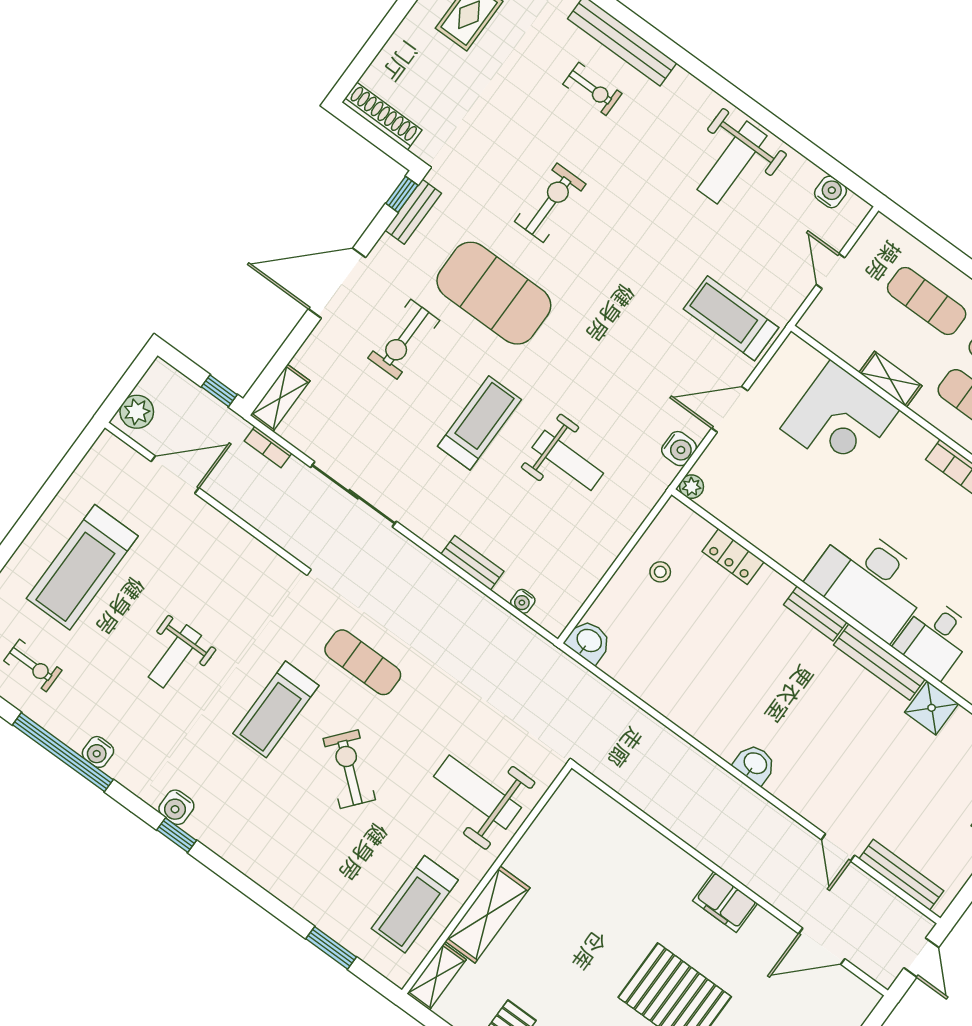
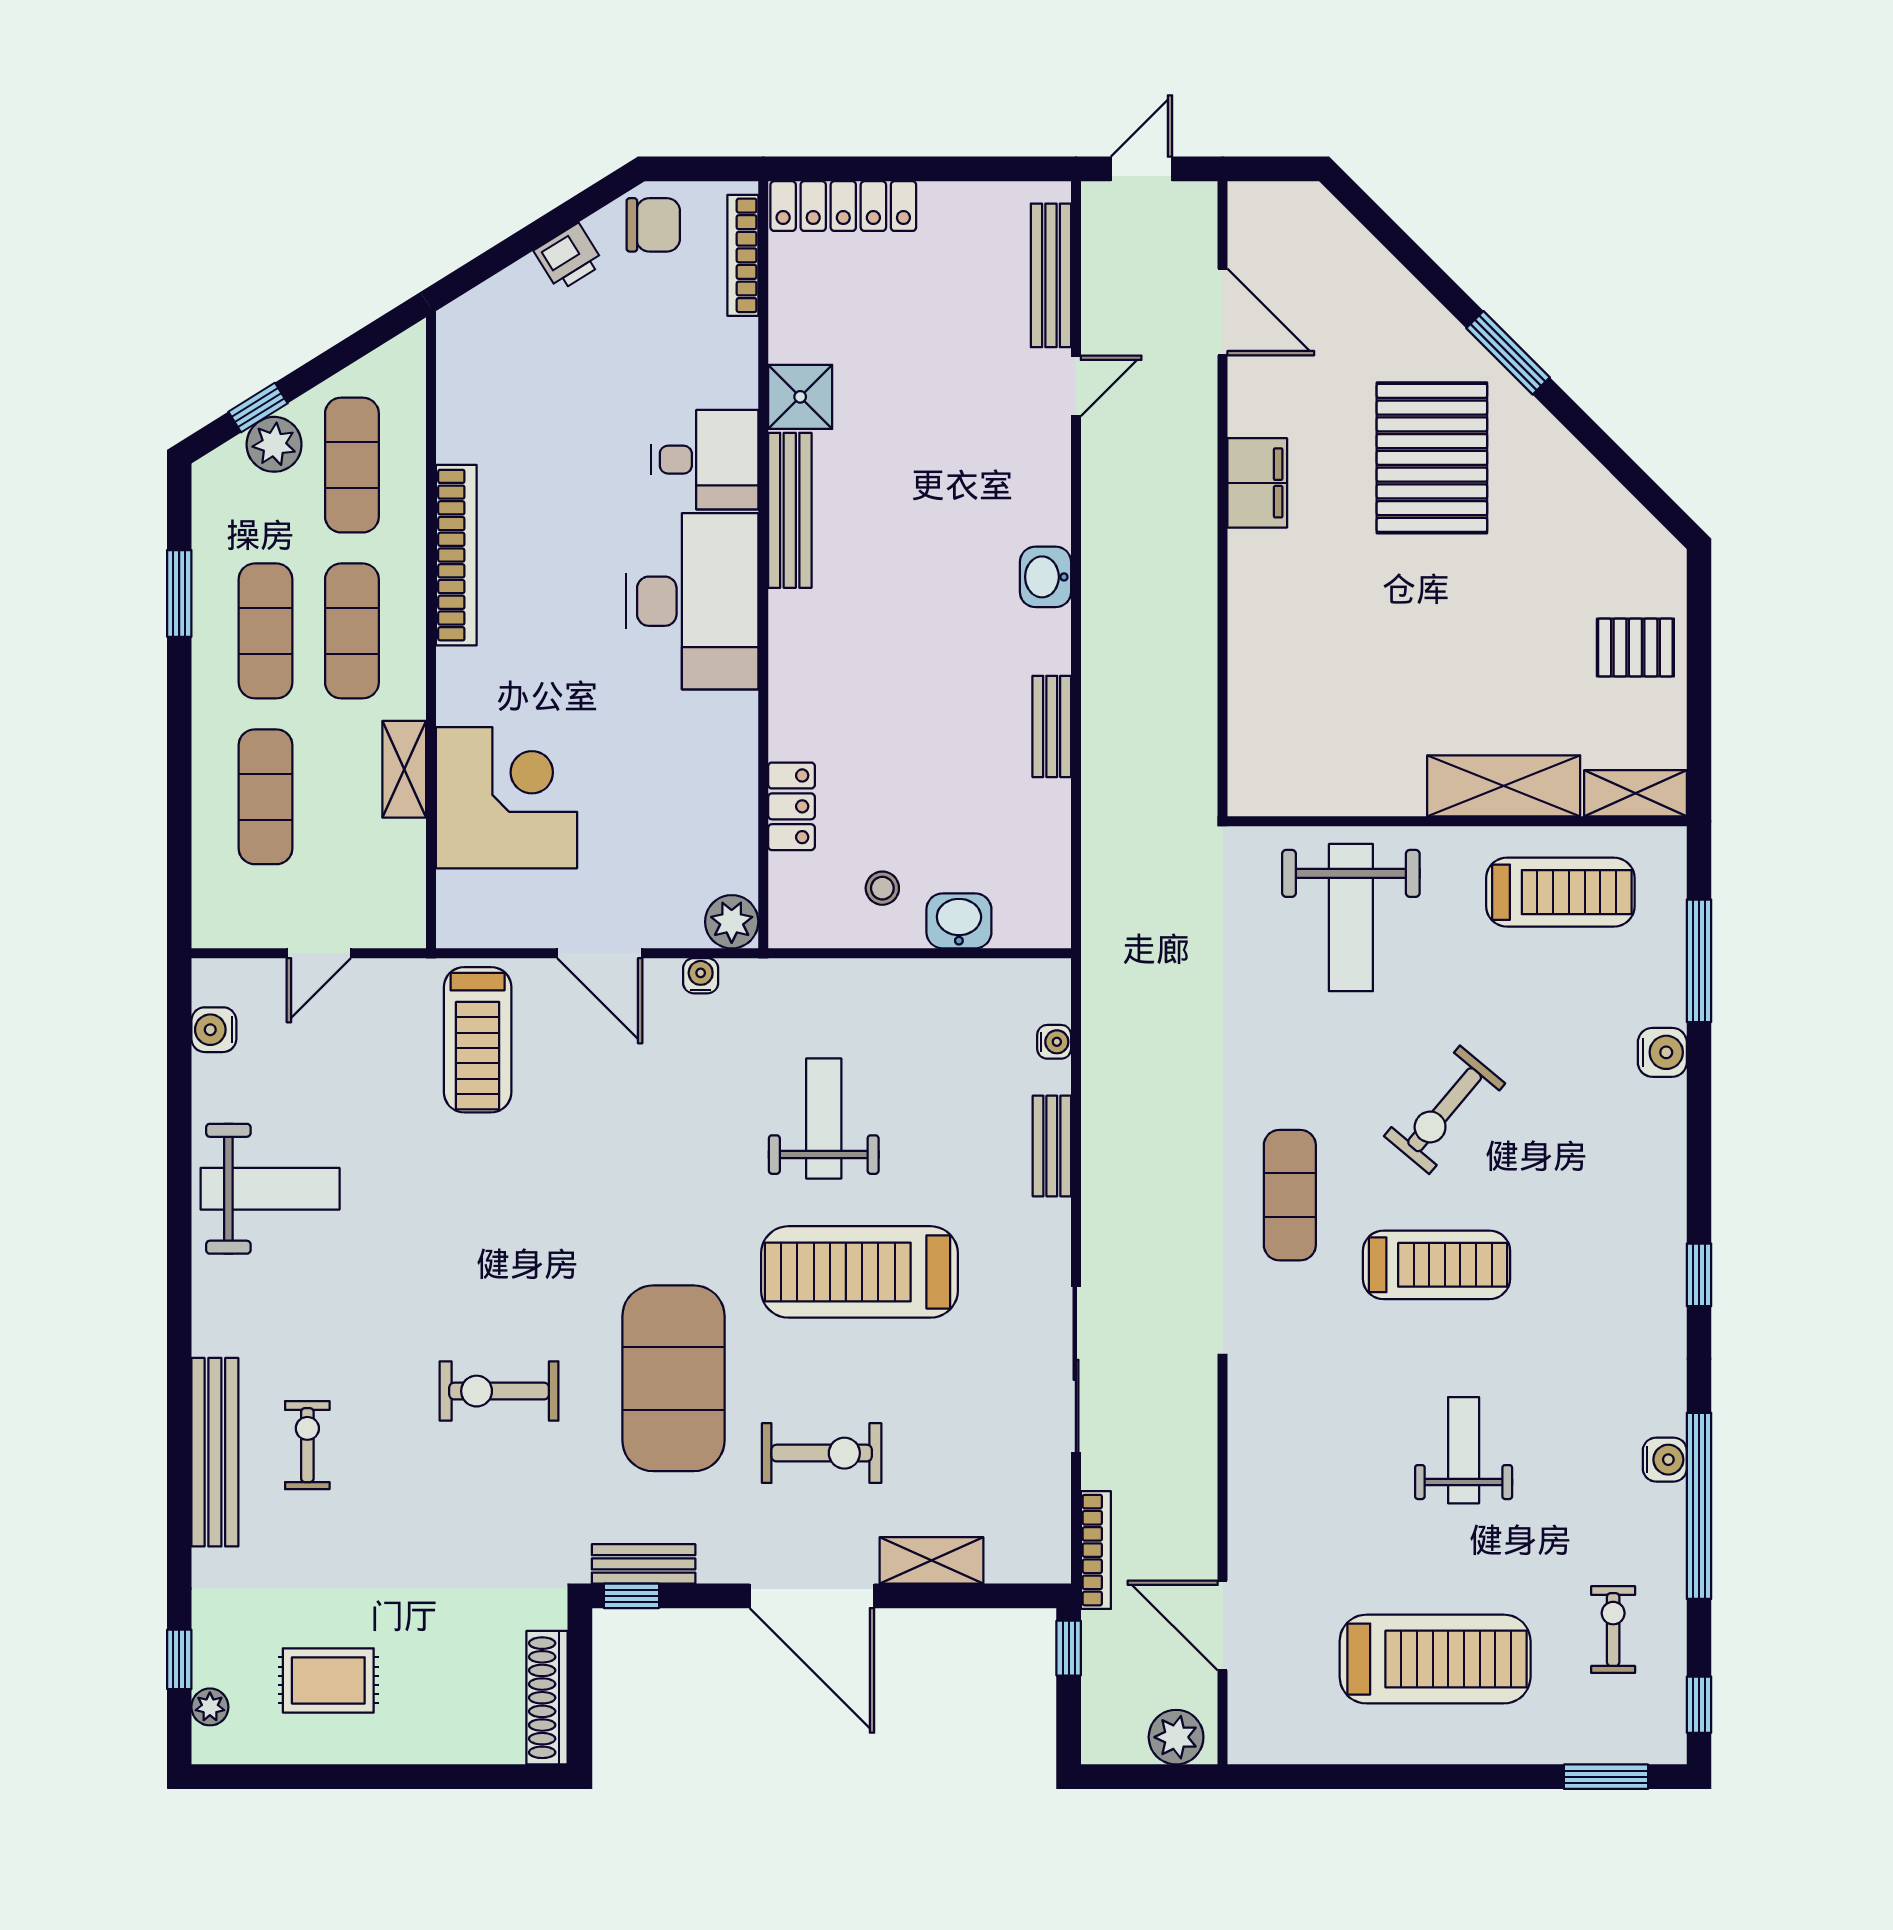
shelving: (280, 398) -> (932, 1560), moved
treadmill: (479, 423) -> (859, 1272), width x1.37, depth x1.38
bookcase: (268, 447) -> (1096, 1550), width x1.56
water cooler: (679, 449) -> (701, 976), width x0.72, depth x0.72
plant: (692, 487) -> (732, 922), width x1.38, depth x1.38
bench: (815, 613) -> (1052, 726), moved
washbasin: (589, 641) -> (959, 921), moved, turned 90
weight bench: (175, 656) -> (1464, 1450), turned -90
water cooler: (176, 807) -> (1662, 1052), moved
window: (331, 948) -> (1699, 961), width x1.44

